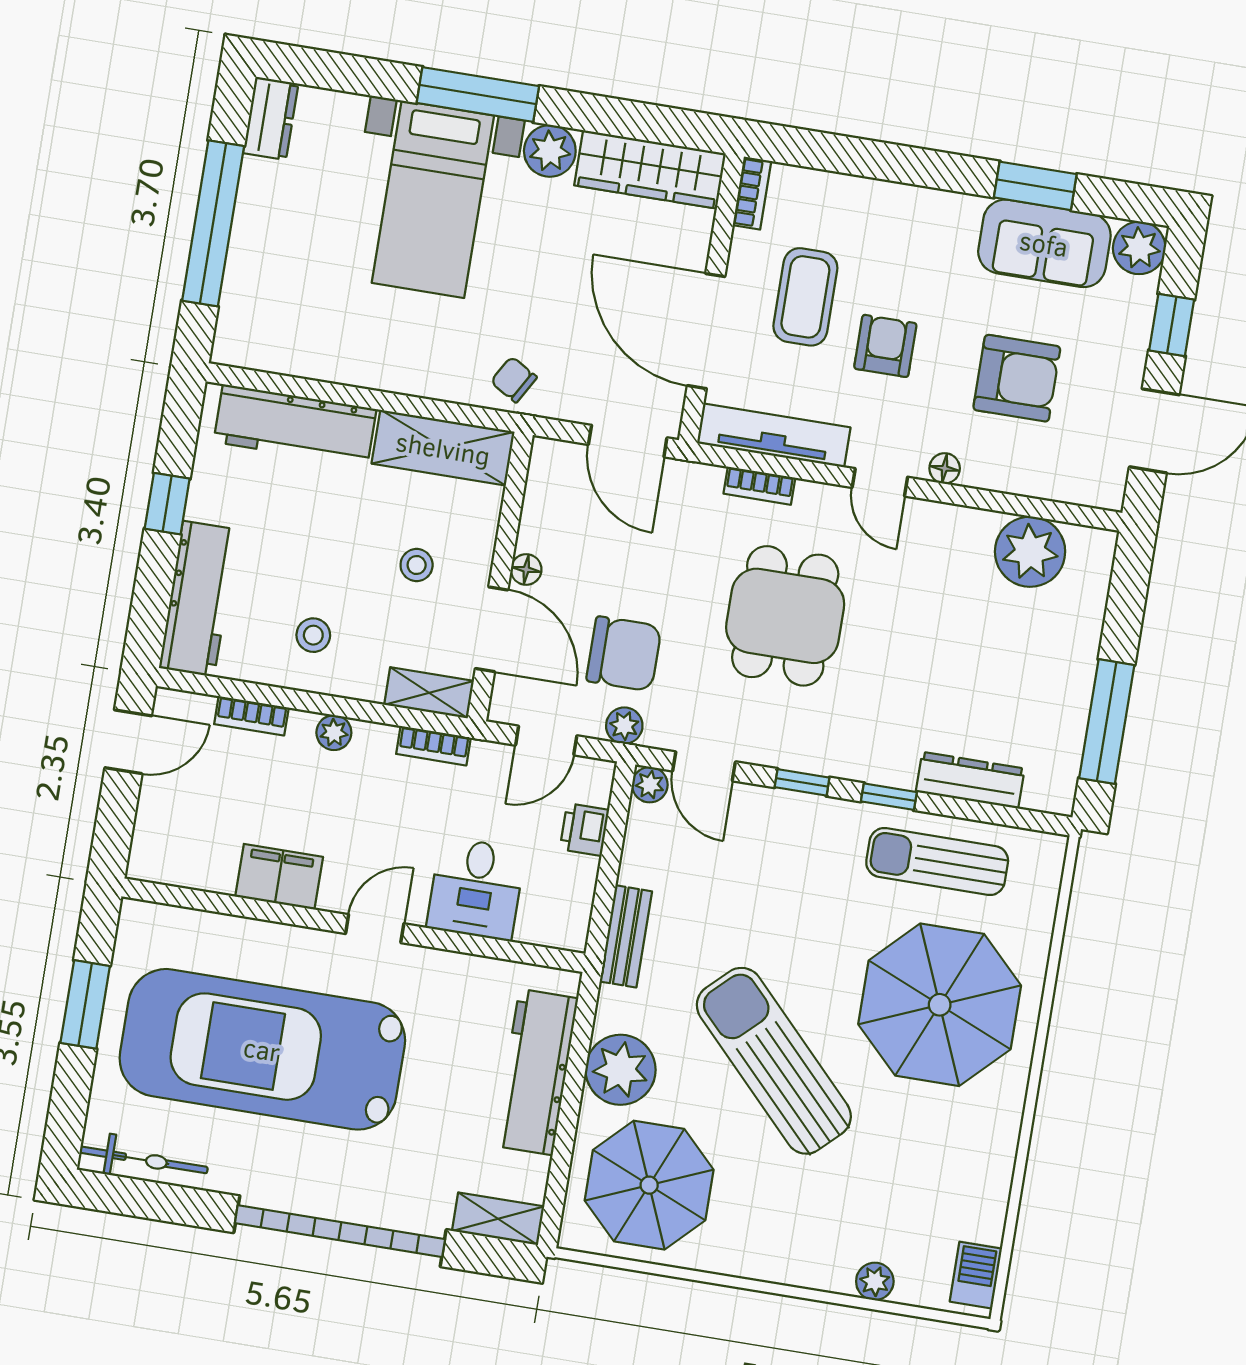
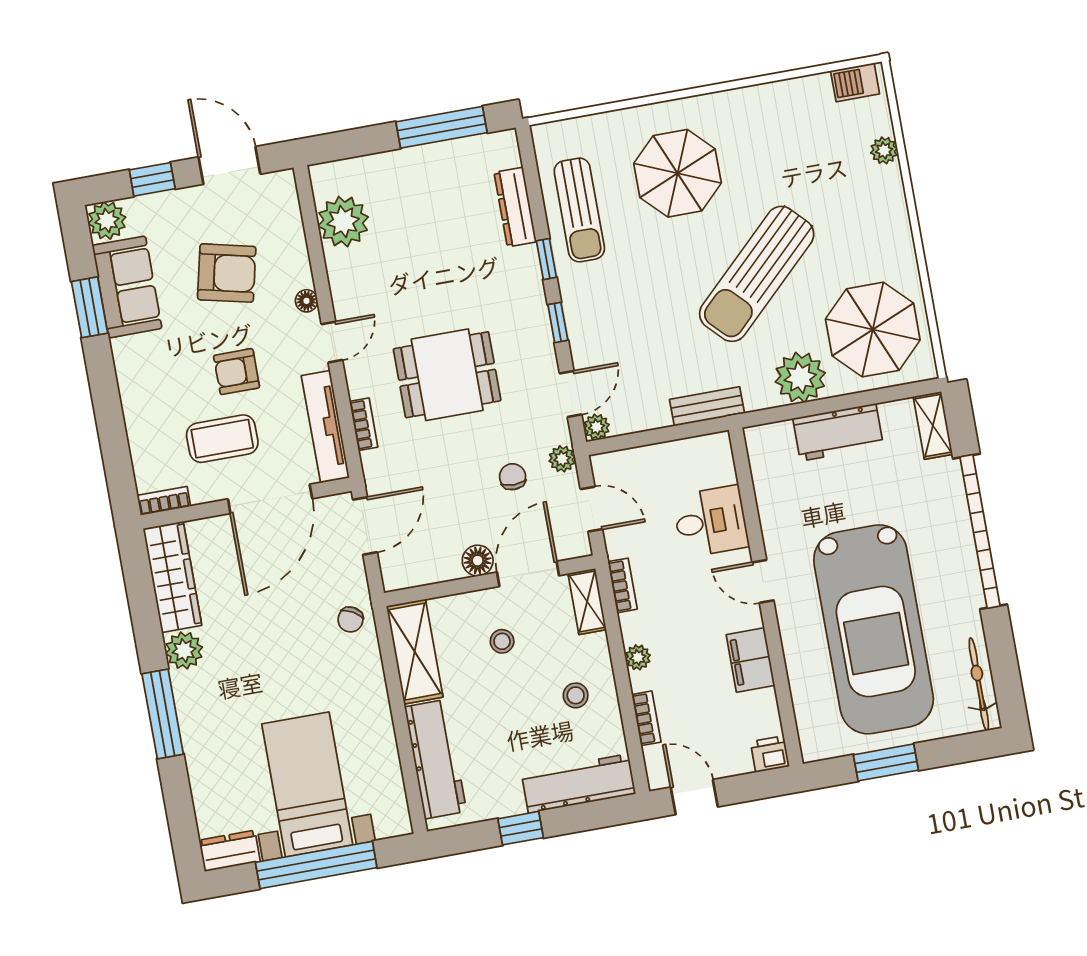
bed with nightstands: (433, 199) -> (307, 784), moved, turned -90
armchair: (1017, 378) -> (227, 273), turned 103
floor lamp: (526, 569) -> (478, 561), width x1.37, depth x1.37
chair: (624, 654) -> (513, 477), width x0.54, depth x0.54
printer: (584, 830) -> (770, 754), moved, turned 180
parasol: (940, 1005) -> (678, 173), width x0.73, depth x0.73
workbench: (536, 1072) -> (838, 432), width x0.73

